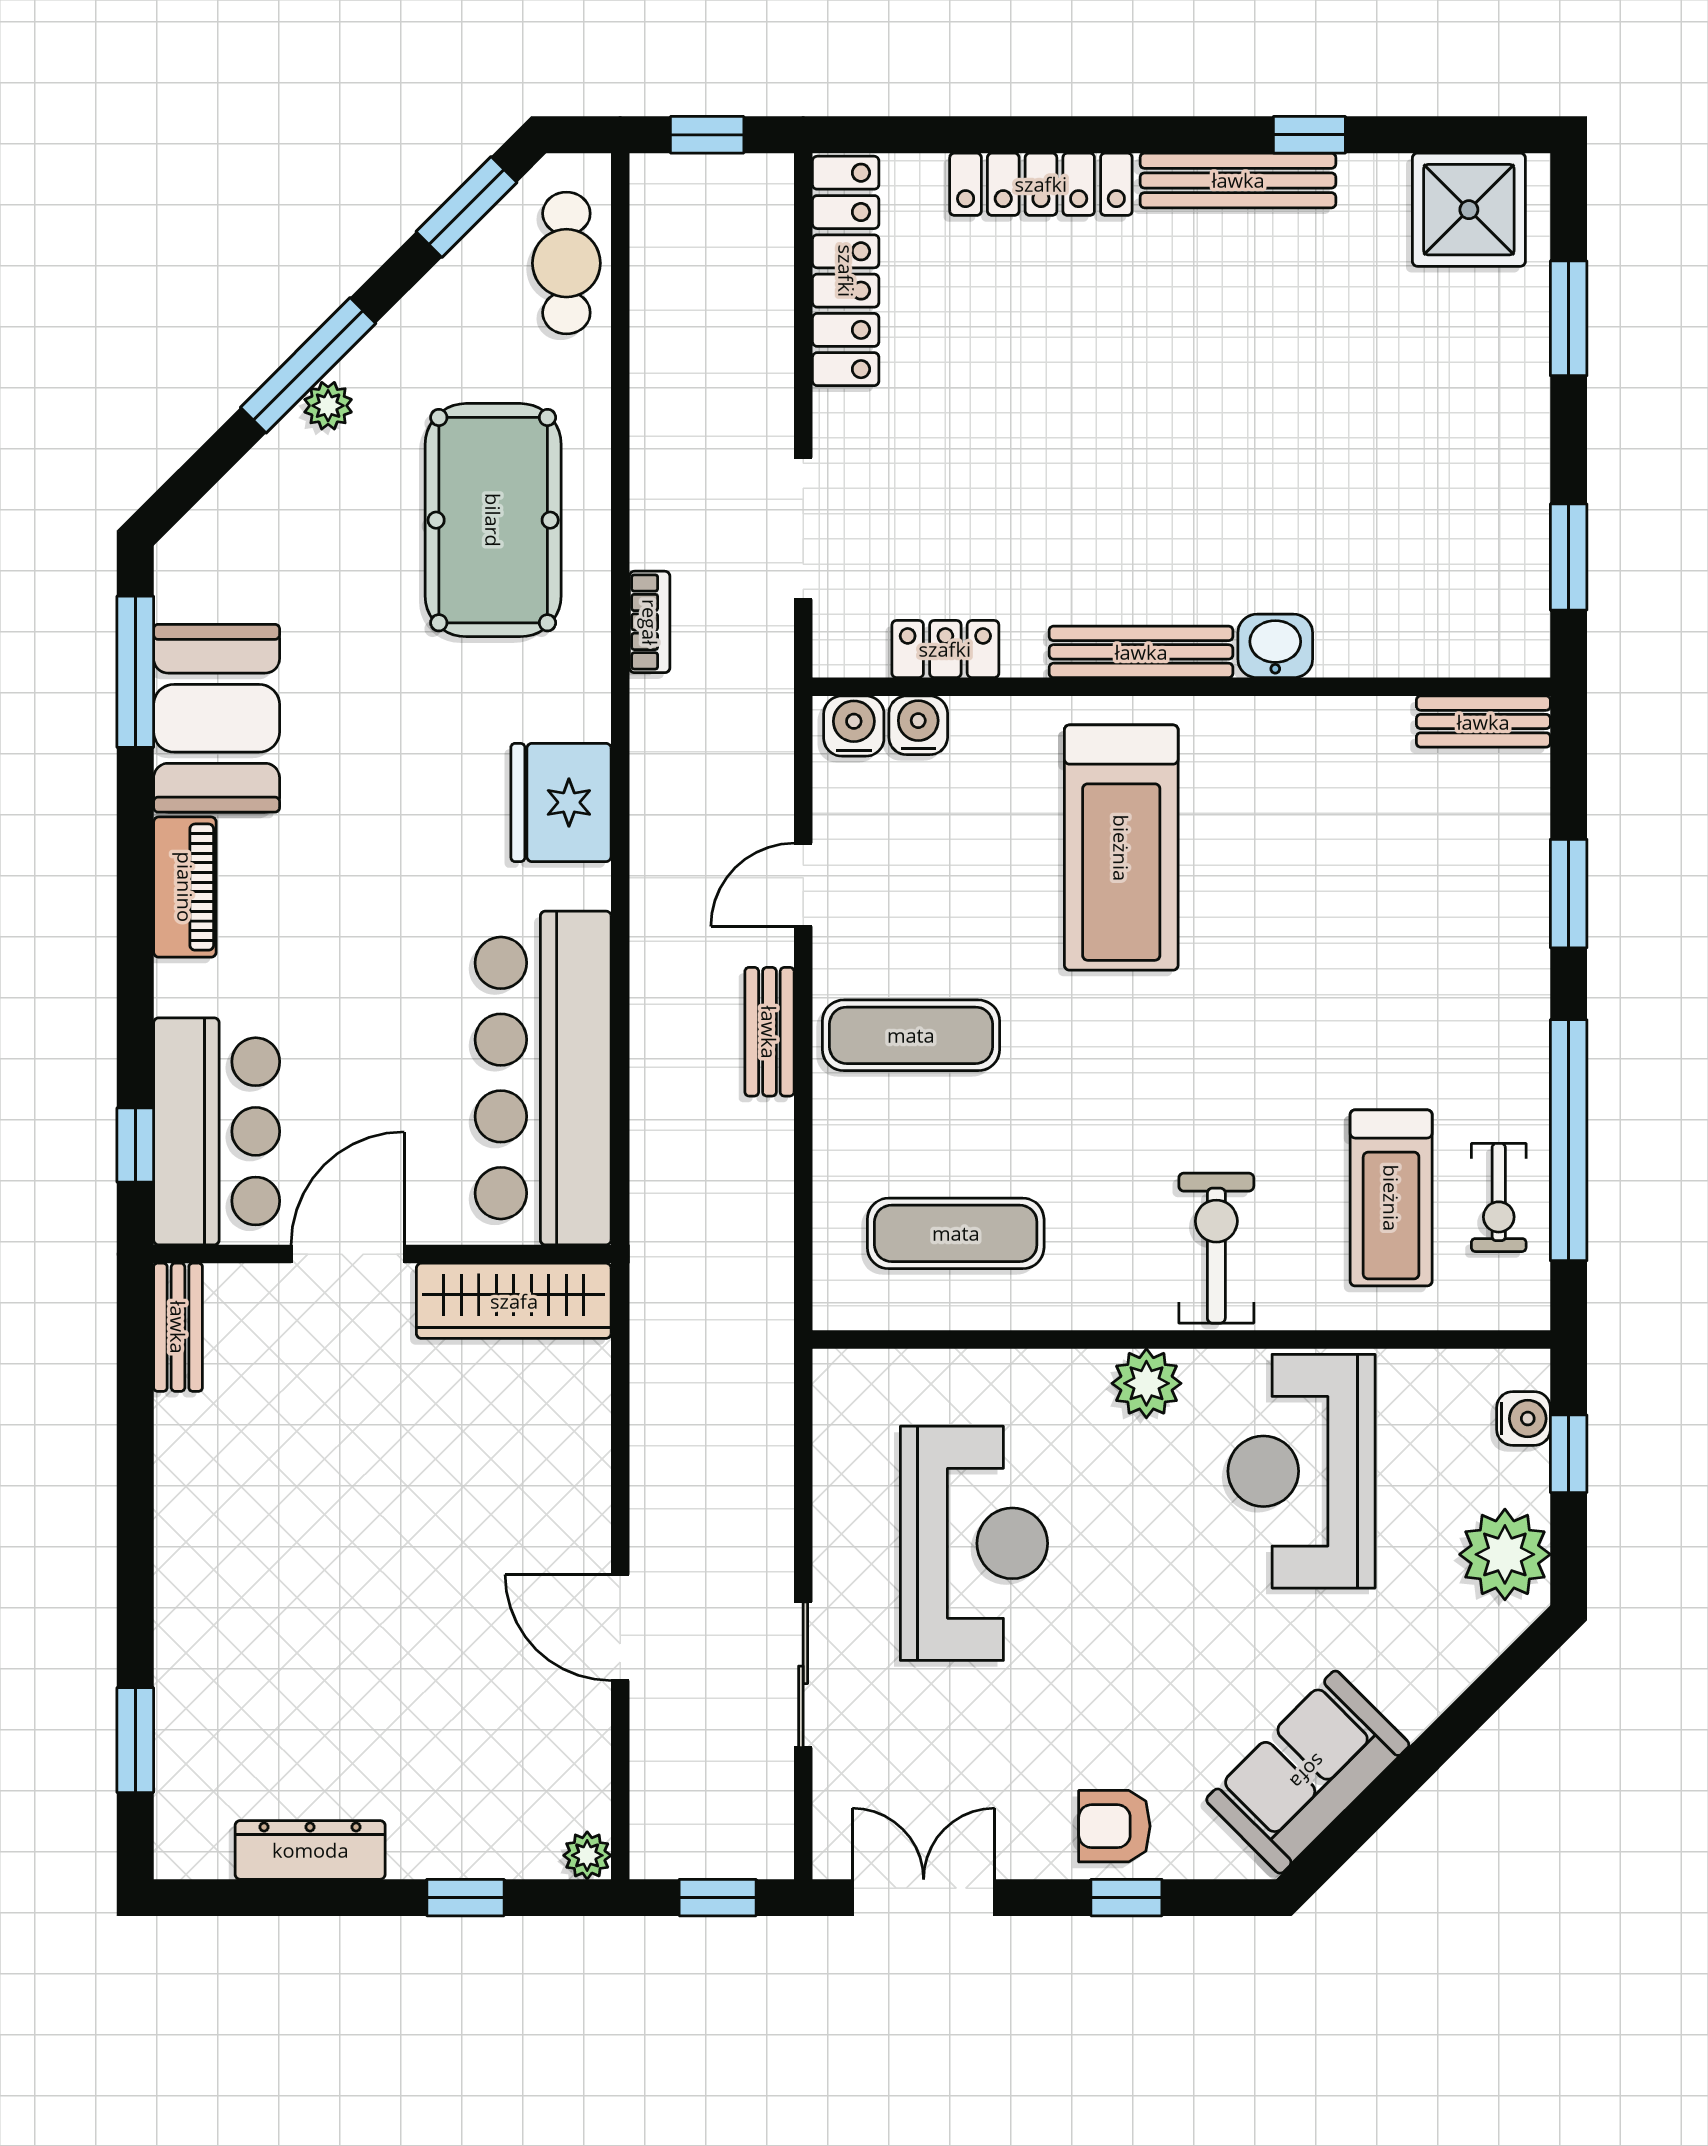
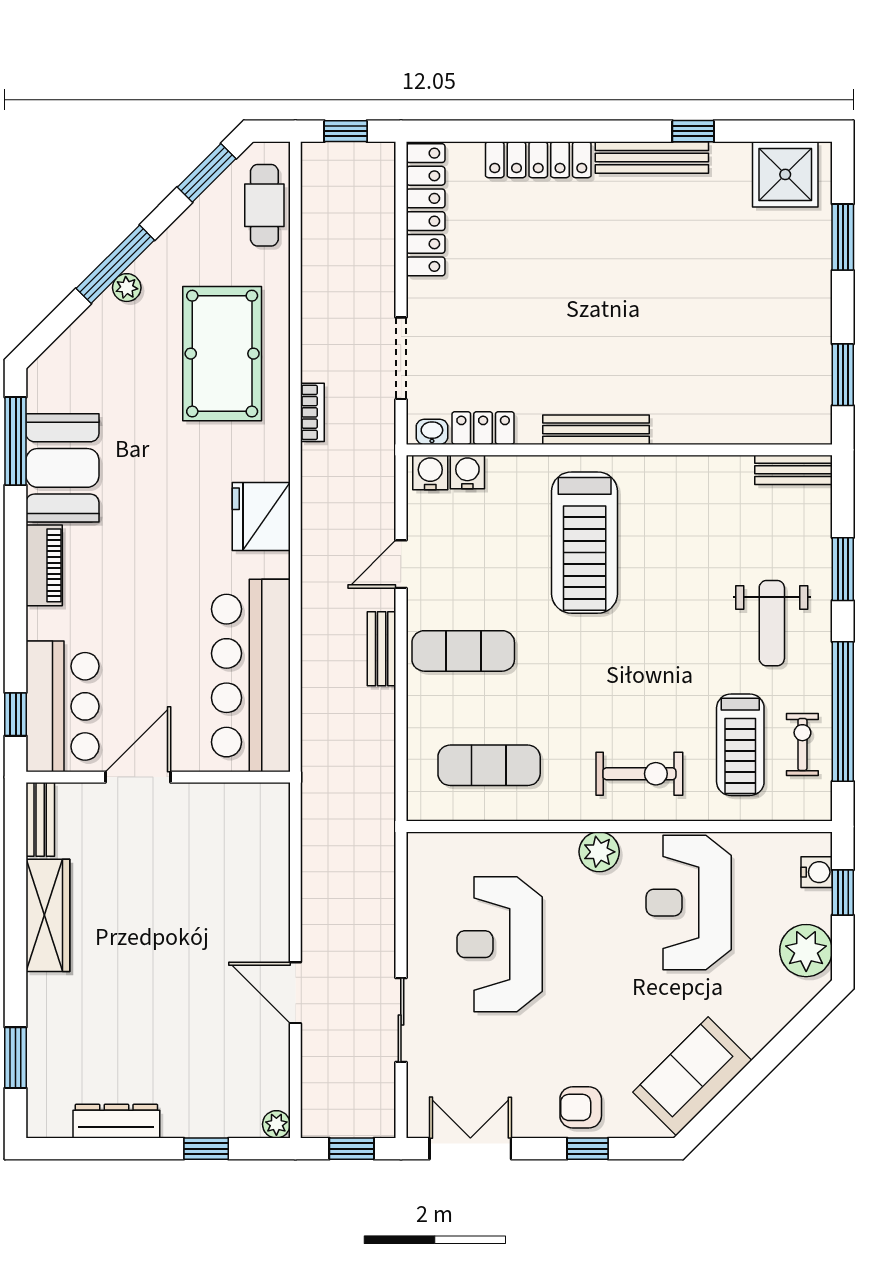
washbasin: (1275, 646) -> (432, 432), moved, width x0.72, depth x0.69
weight bench: (1446, 987) -> (772, 623), added
exercise bike: (1499, 1197) -> (802, 745), turned 180
exercise bike: (1216, 1248) -> (639, 774), turned 90
wardrobe: (514, 1301) -> (48, 915), moved, turned -90
reception desk: (974, 1543) -> (500, 944), turned 180

